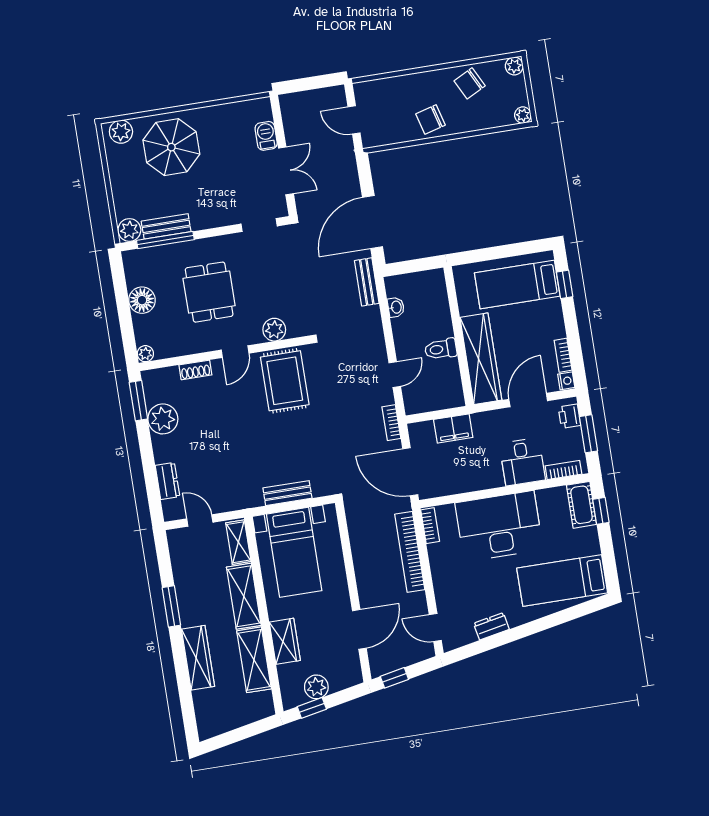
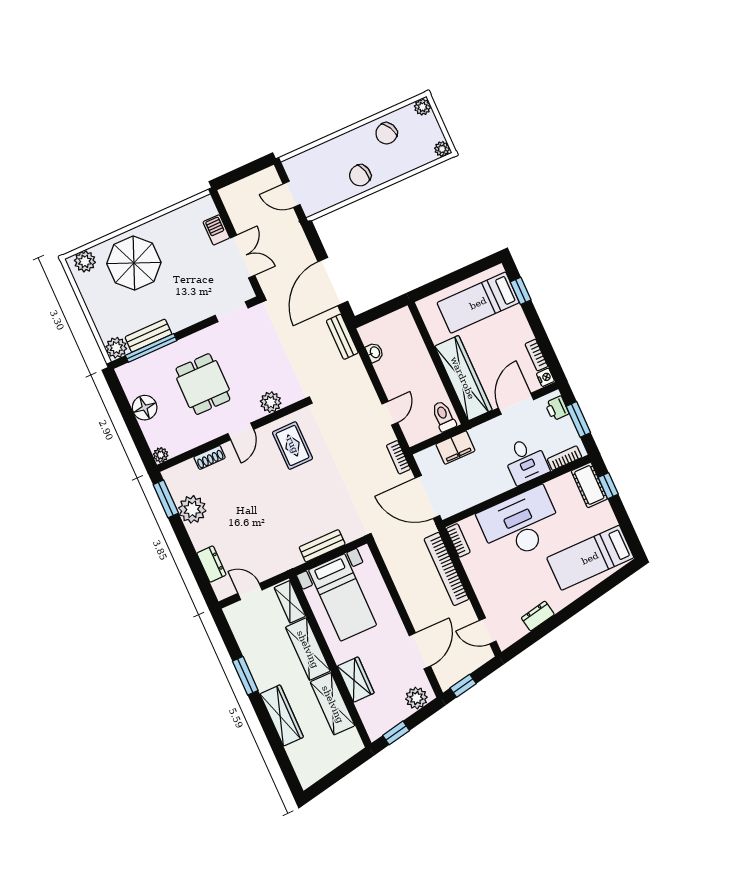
toilet: (441, 349) -> (444, 416), moved, turned 90
rug: (285, 381) -> (293, 445), width x0.73, depth x0.70
plant: (316, 687) -> (416, 698), moved

